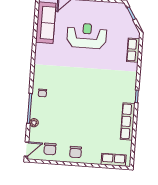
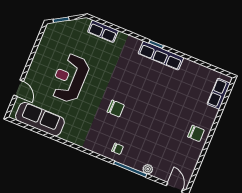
row of seats: (128, 121) -> (161, 55), moved
chair: (50, 149) -> (116, 108), moved

